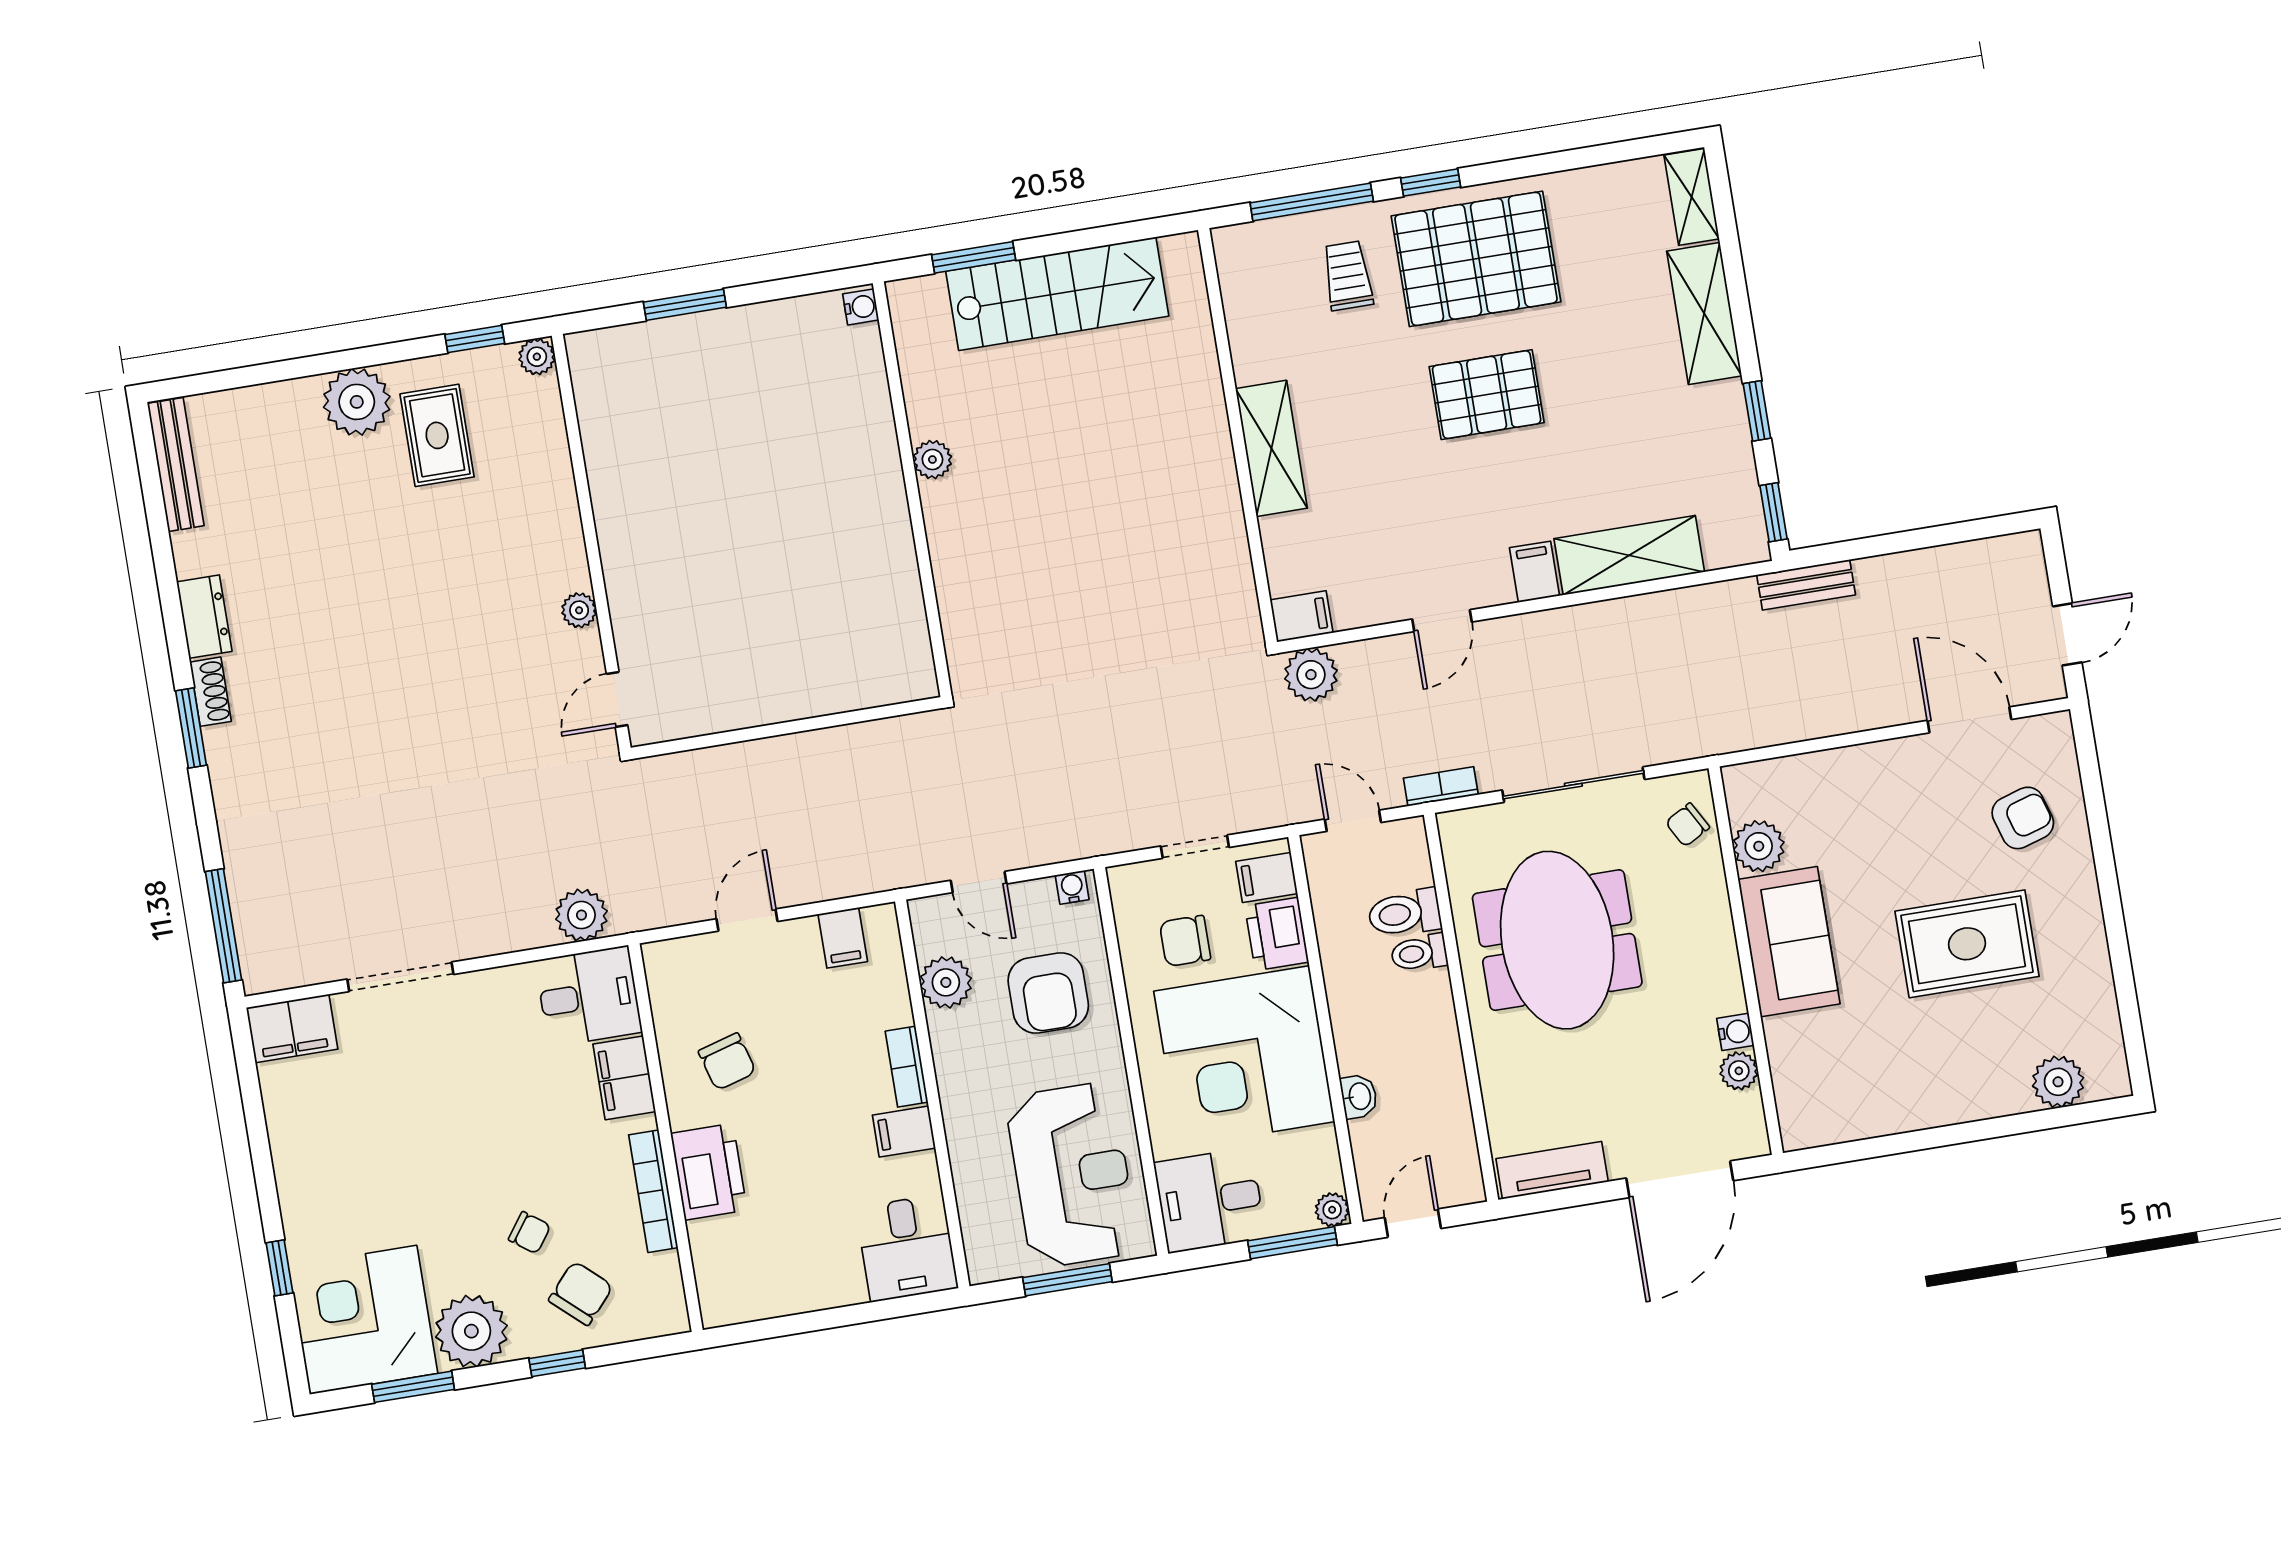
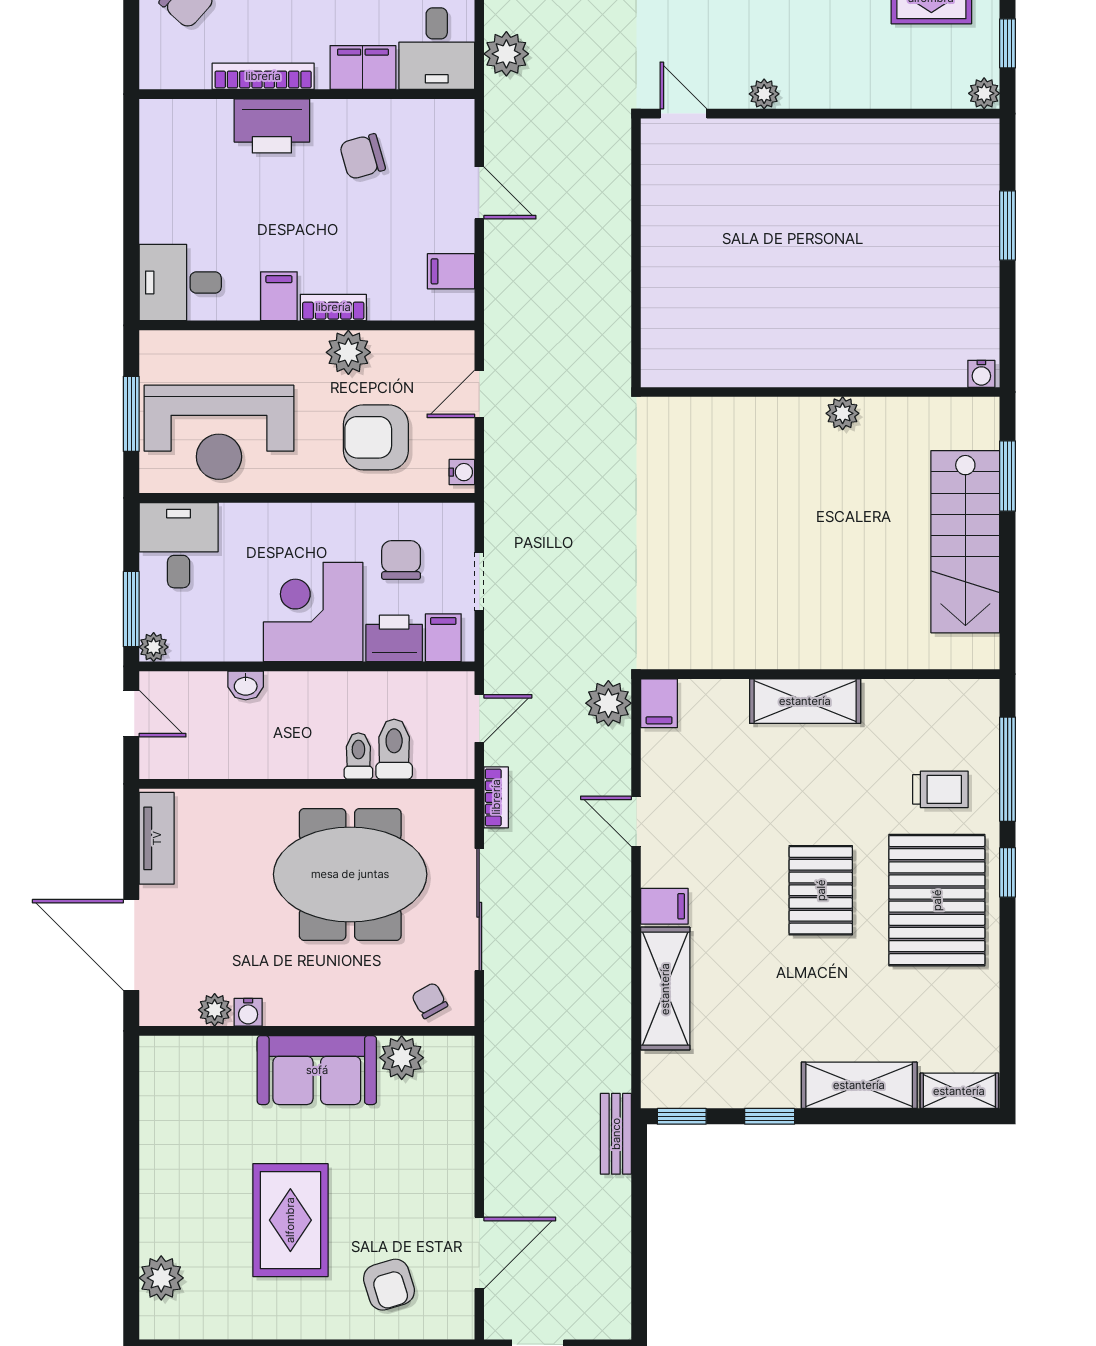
plant: (946, 982) -> (348, 352), moved
corner desk: (1244, 1056) -> (313, 612), width x0.74, depth x0.74

